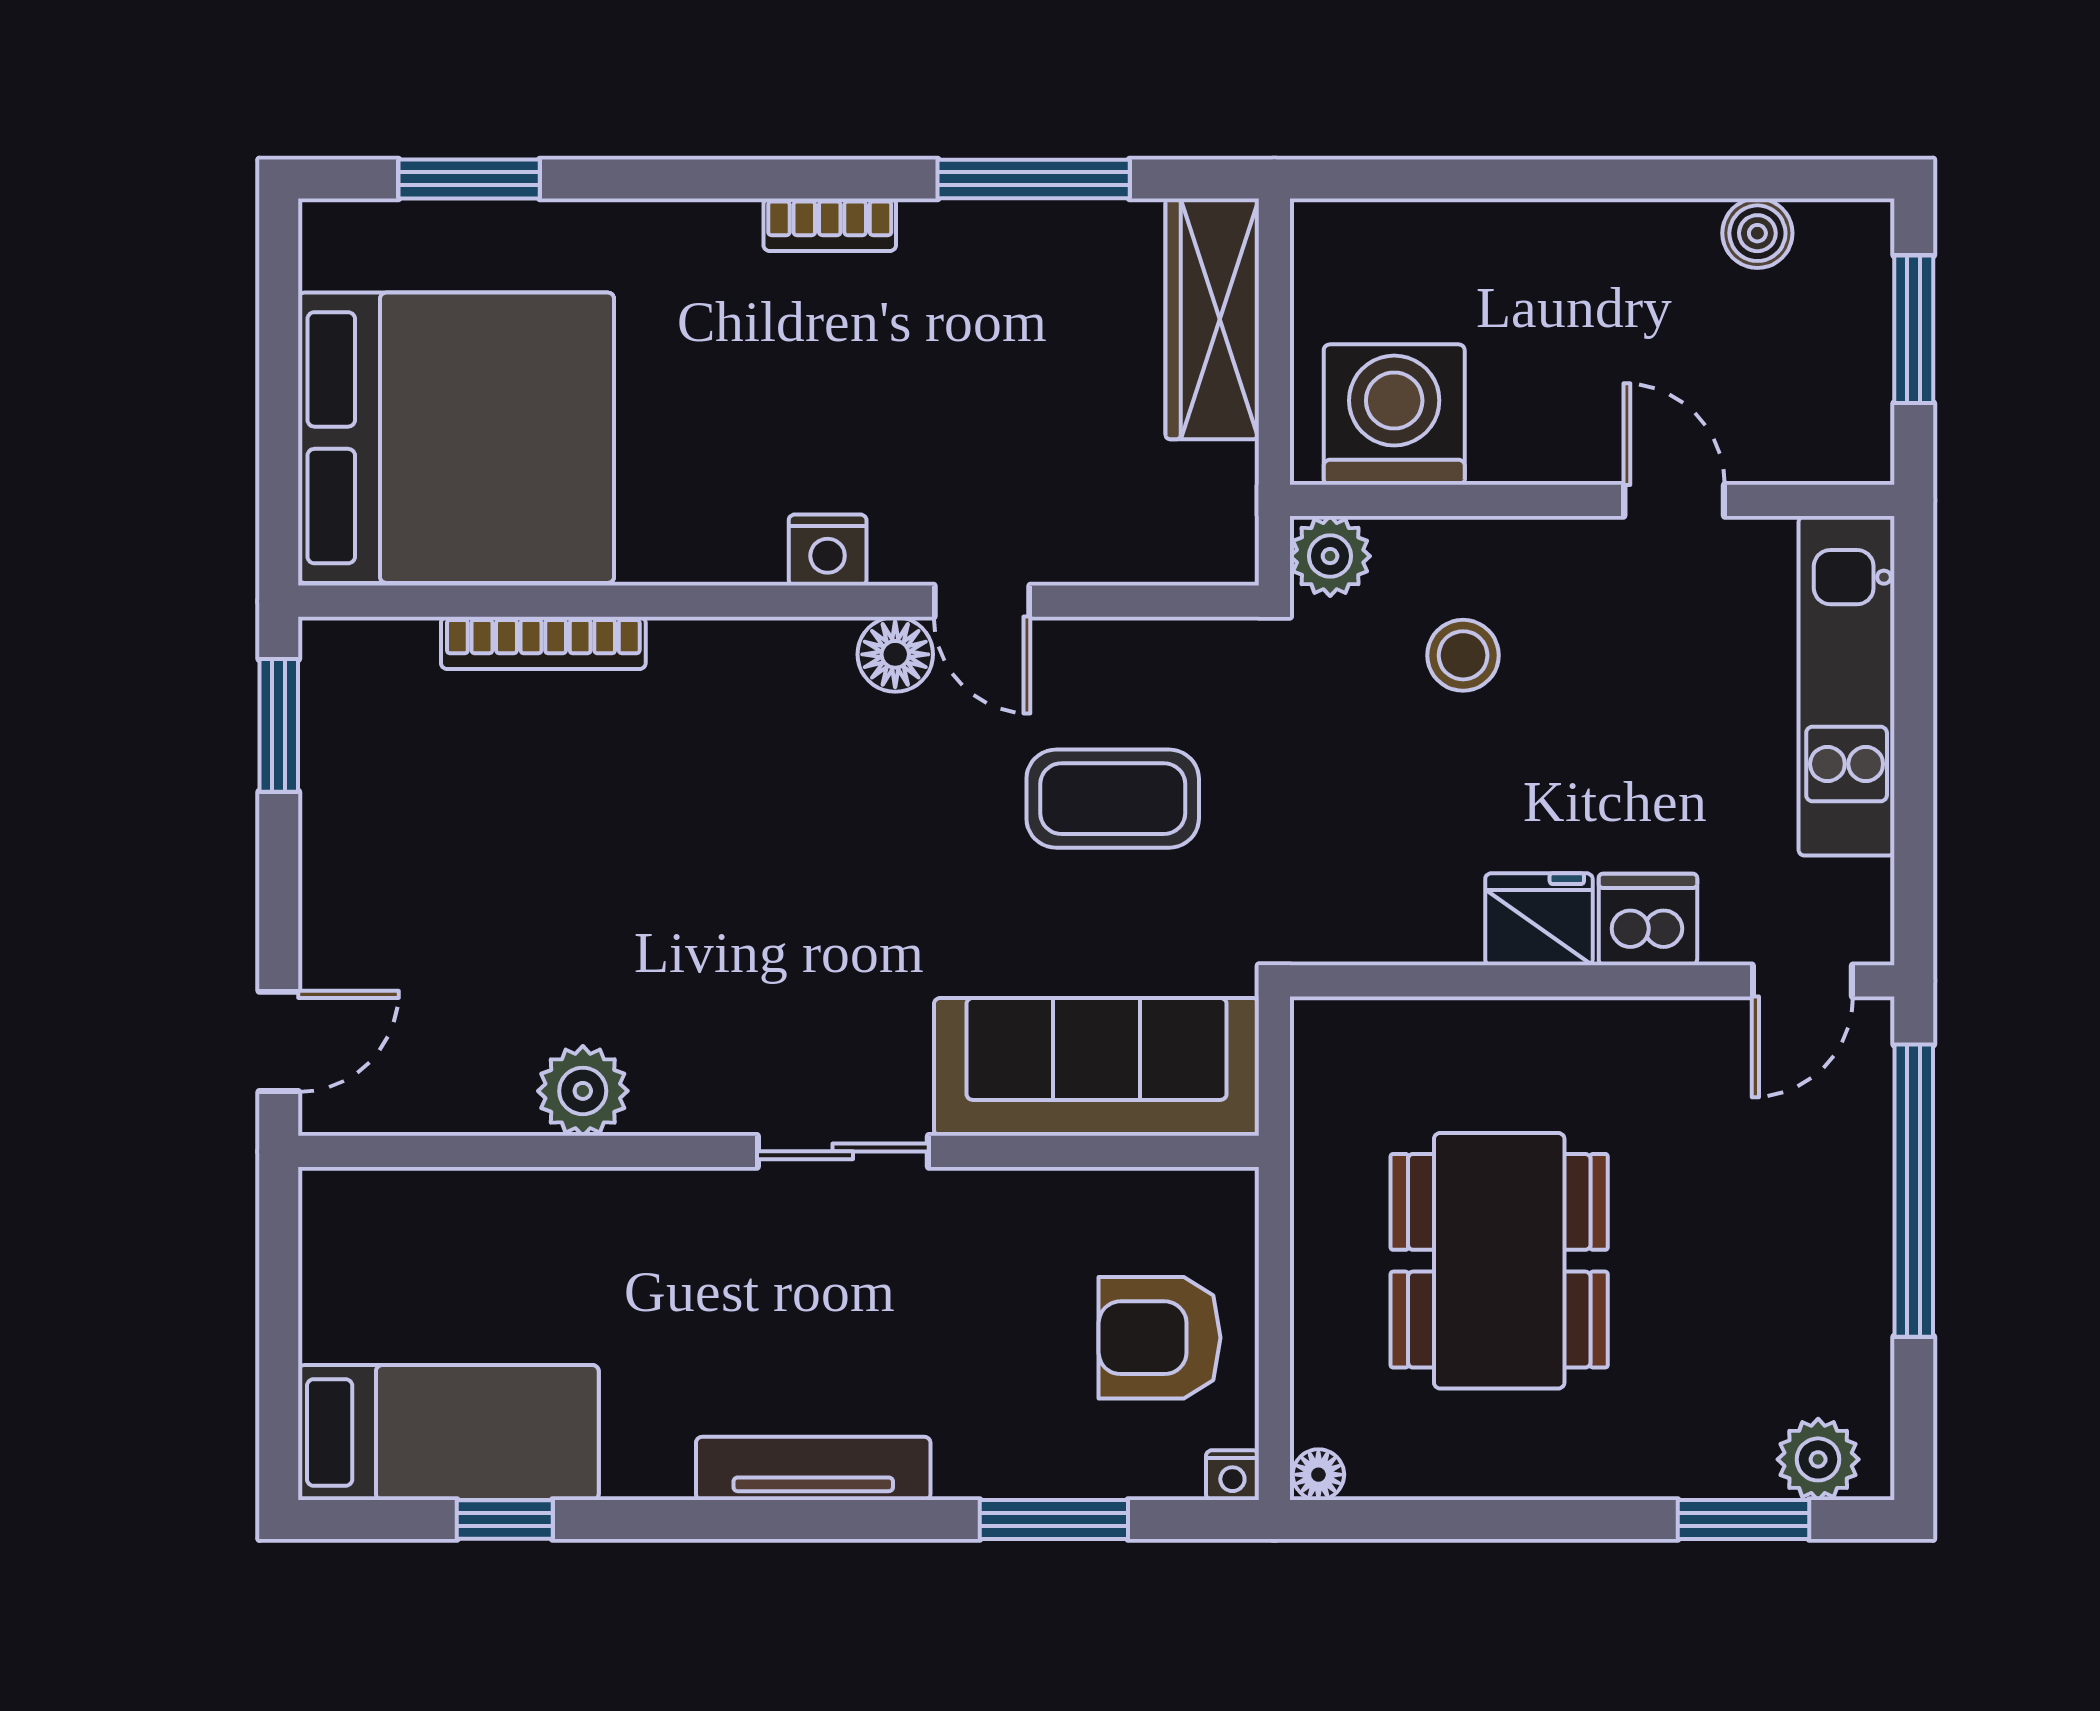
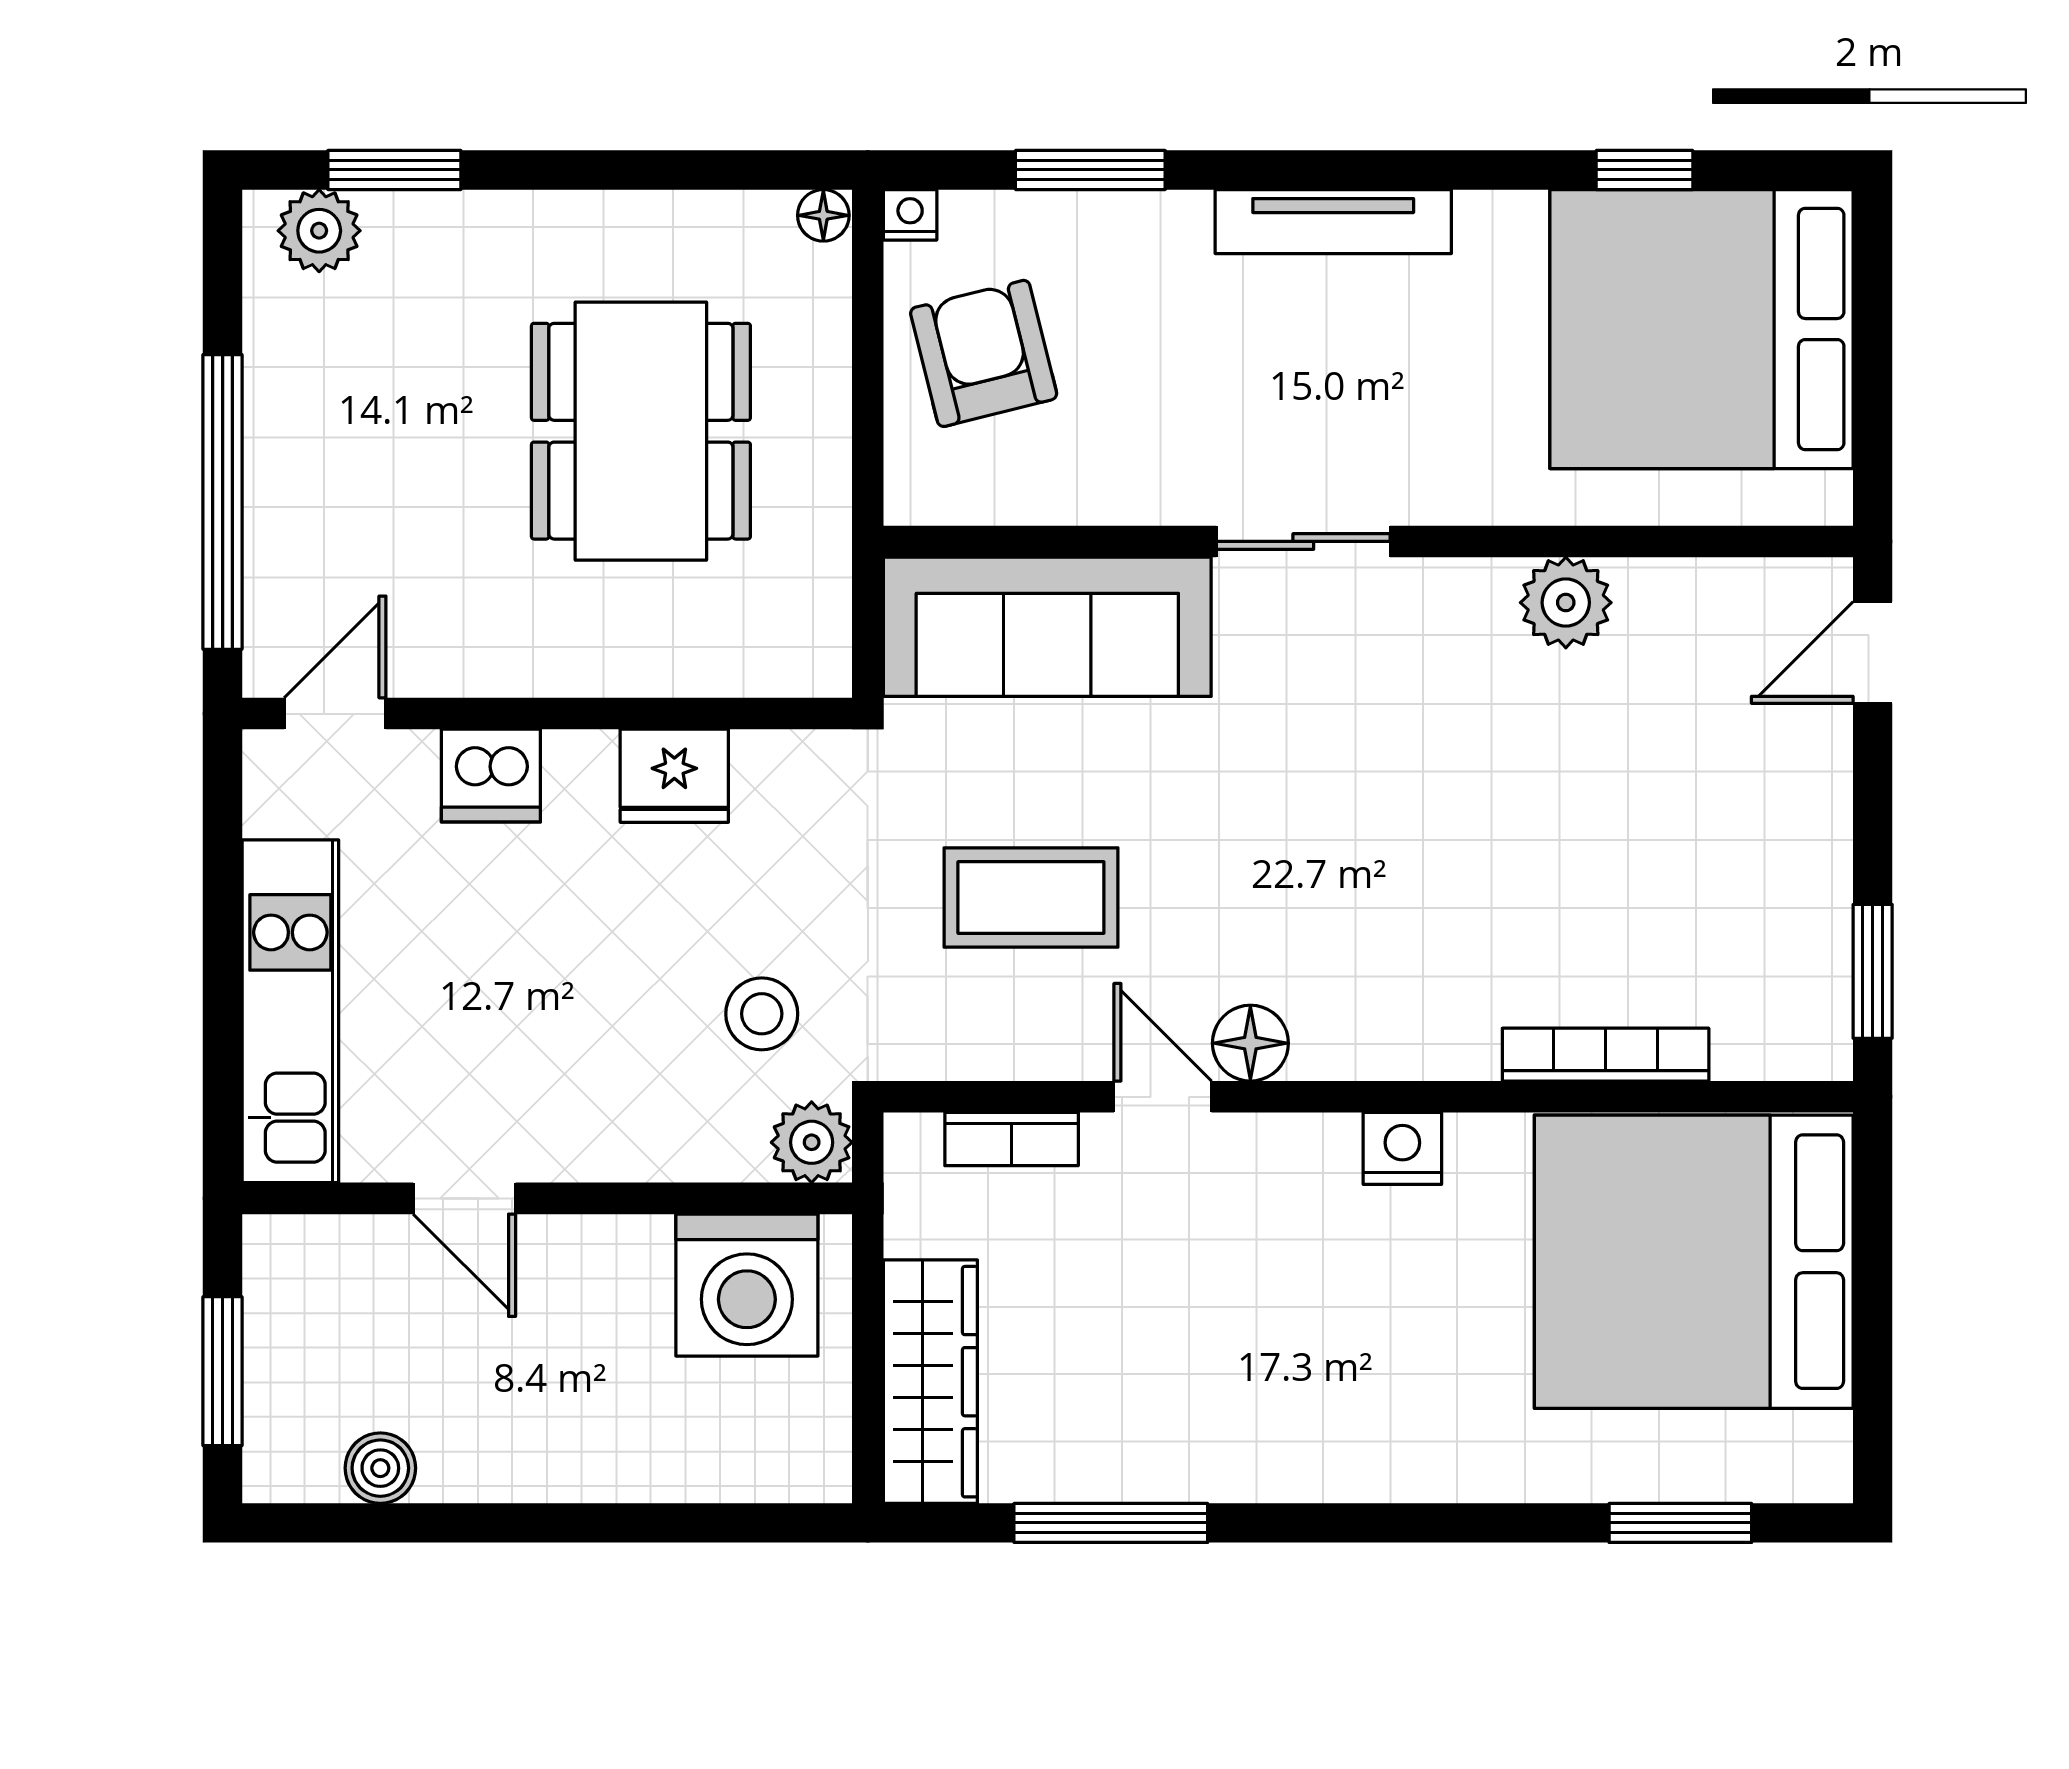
bookcase: (830, 225) -> (1012, 1139), moved, turned 180
nightstand: (828, 550) -> (1402, 1148), moved
stool: (1463, 655) -> (762, 1014), moved
fridge: (1539, 919) -> (674, 776), moved
armchair: (1160, 1338) -> (984, 353), turned -104
bed: (448, 1433) -> (1701, 329), width x2.04

